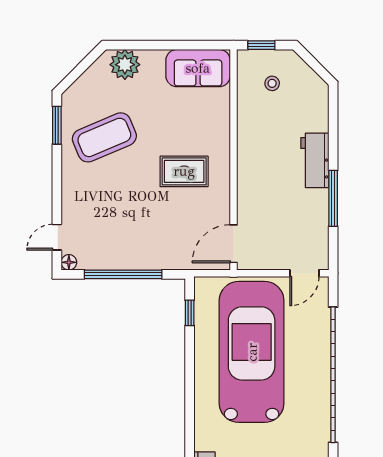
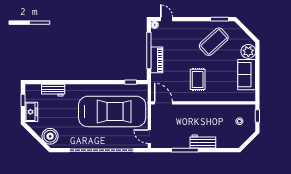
sofa: (198, 68) -> (247, 75), moved
coffee table: (104, 137) -> (214, 42), turned 71
piano: (143, 258) -> (157, 60), added

